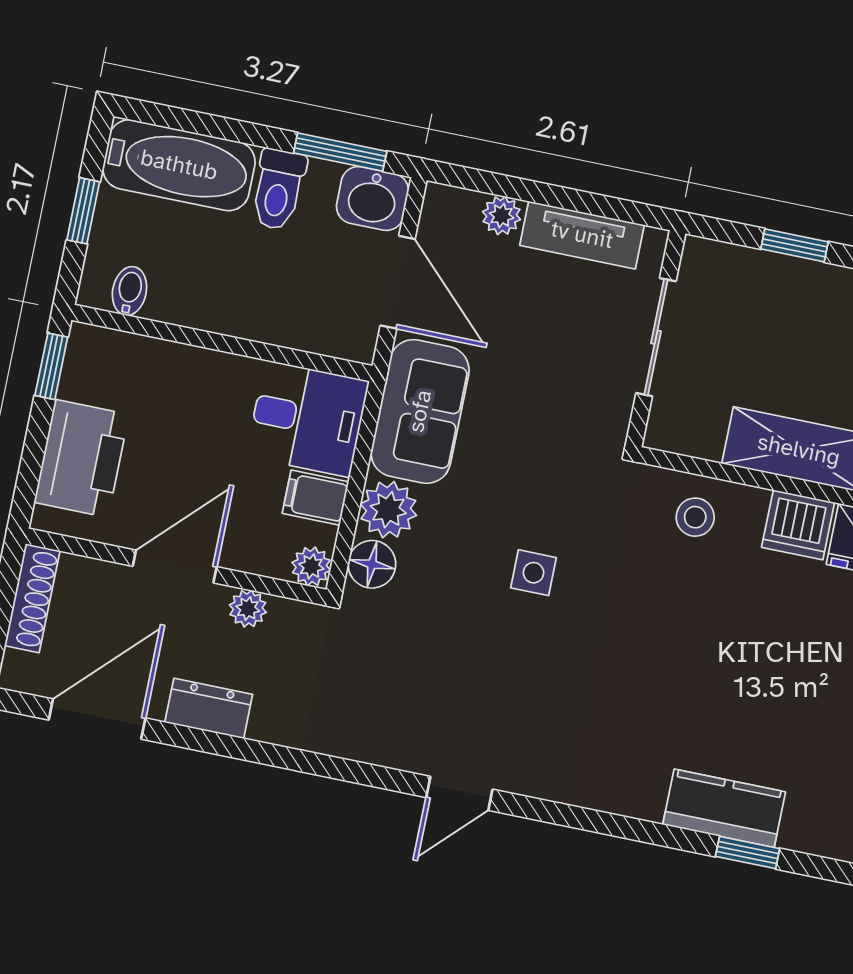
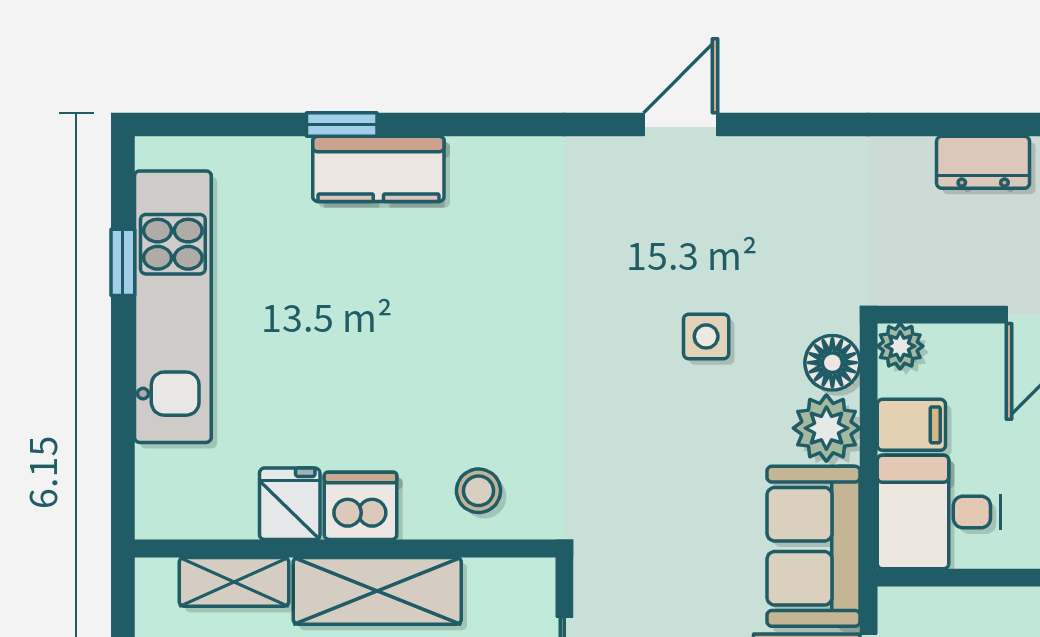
side table: (534, 573) -> (706, 336), moved
plant: (248, 609) -> (962, 284), removed

